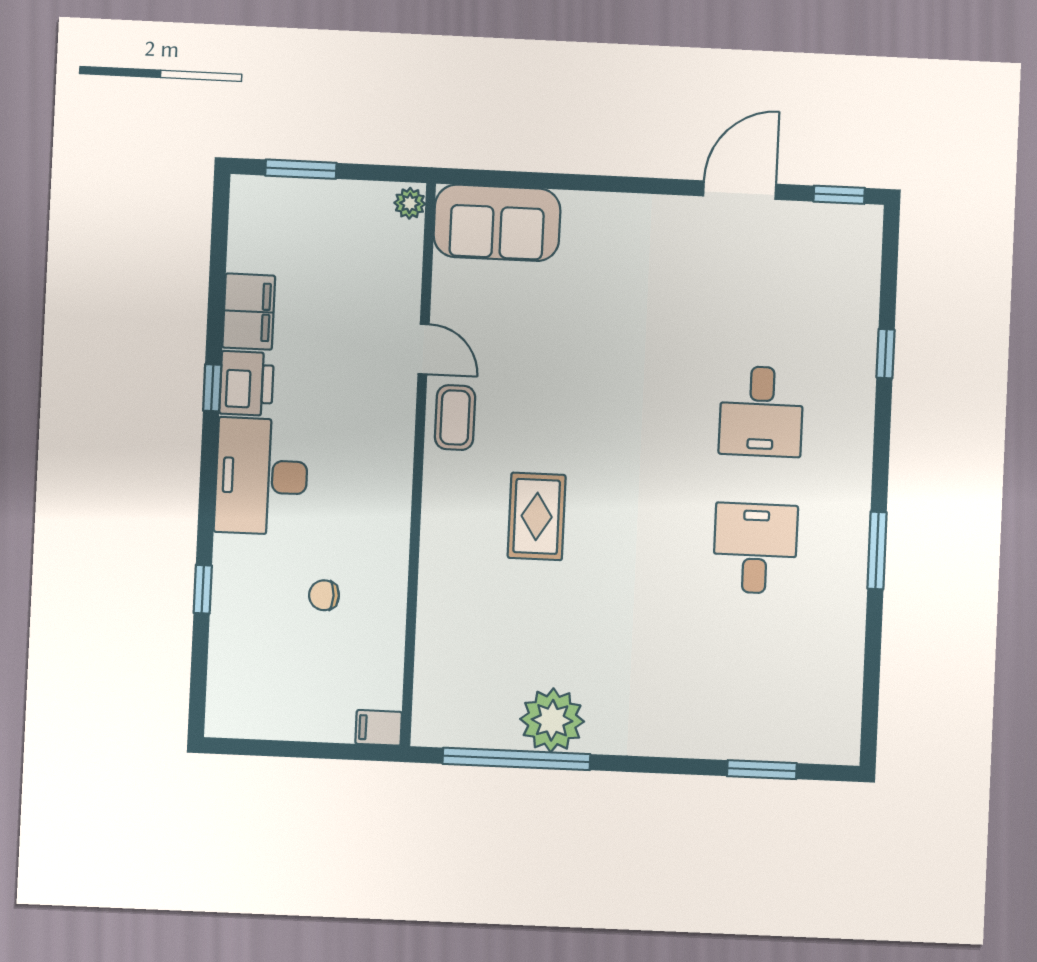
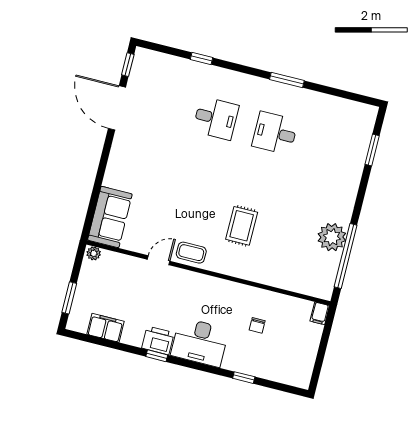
door: (740, 190) -> (117, 108), width x1.36
filing cabinet: (249, 312) -> (106, 328), moved
rug: (537, 516) -> (242, 226), turned 90

